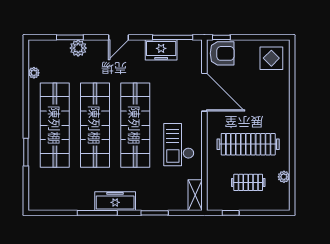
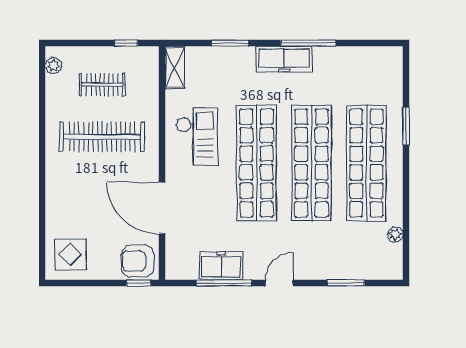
window: (173, 37) -> (224, 283), moved
plant: (78, 48) -> (334, 268), removed
plant: (284, 177) -> (53, 66), moved

